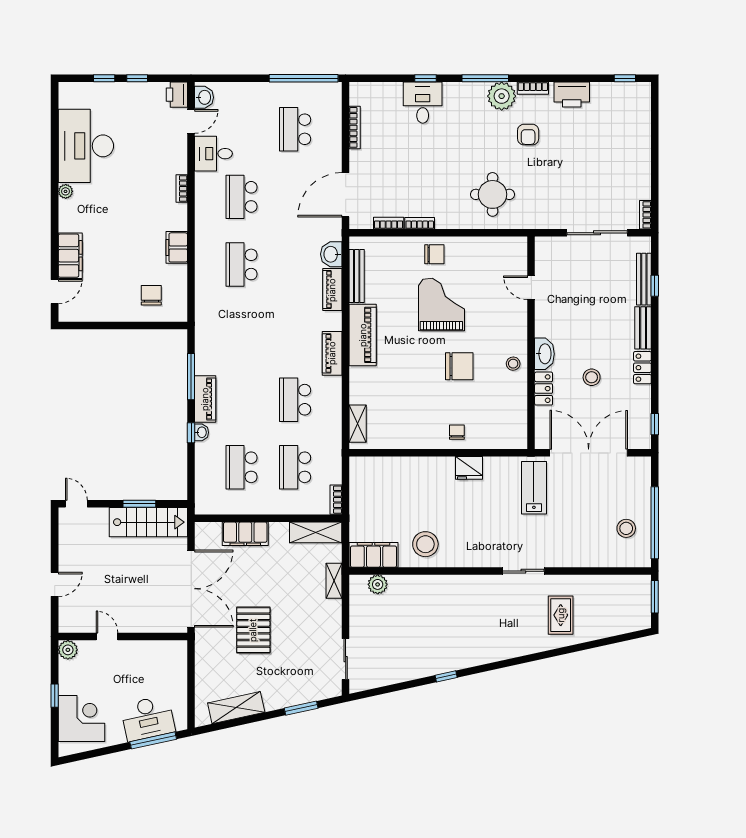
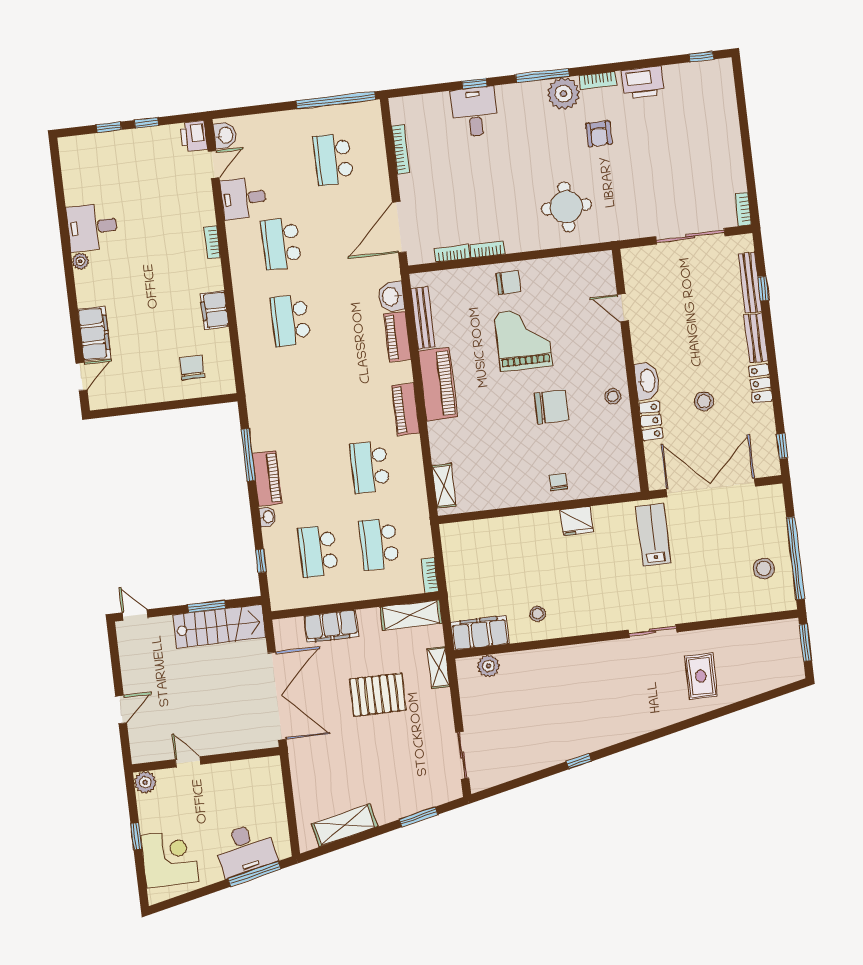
desk: (86, 146) -> (92, 227), width x0.53, depth x0.77
window: (191, 433) -> (261, 561), moved
stool: (425, 544) -> (538, 614), width x0.53, depth x0.53
pallet: (253, 630) -> (378, 695), moved, turned 90

